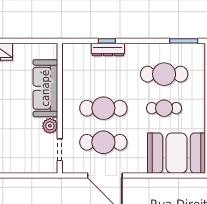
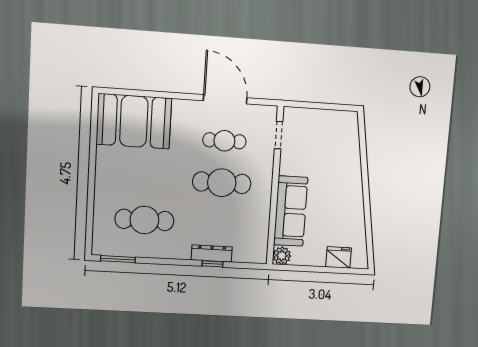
cafe table: (164, 108) -> (147, 178), removed
plant: (50, 126) -> (282, 256), moved
cafe table: (103, 142) -> (224, 141), width x0.73, depth x0.74

